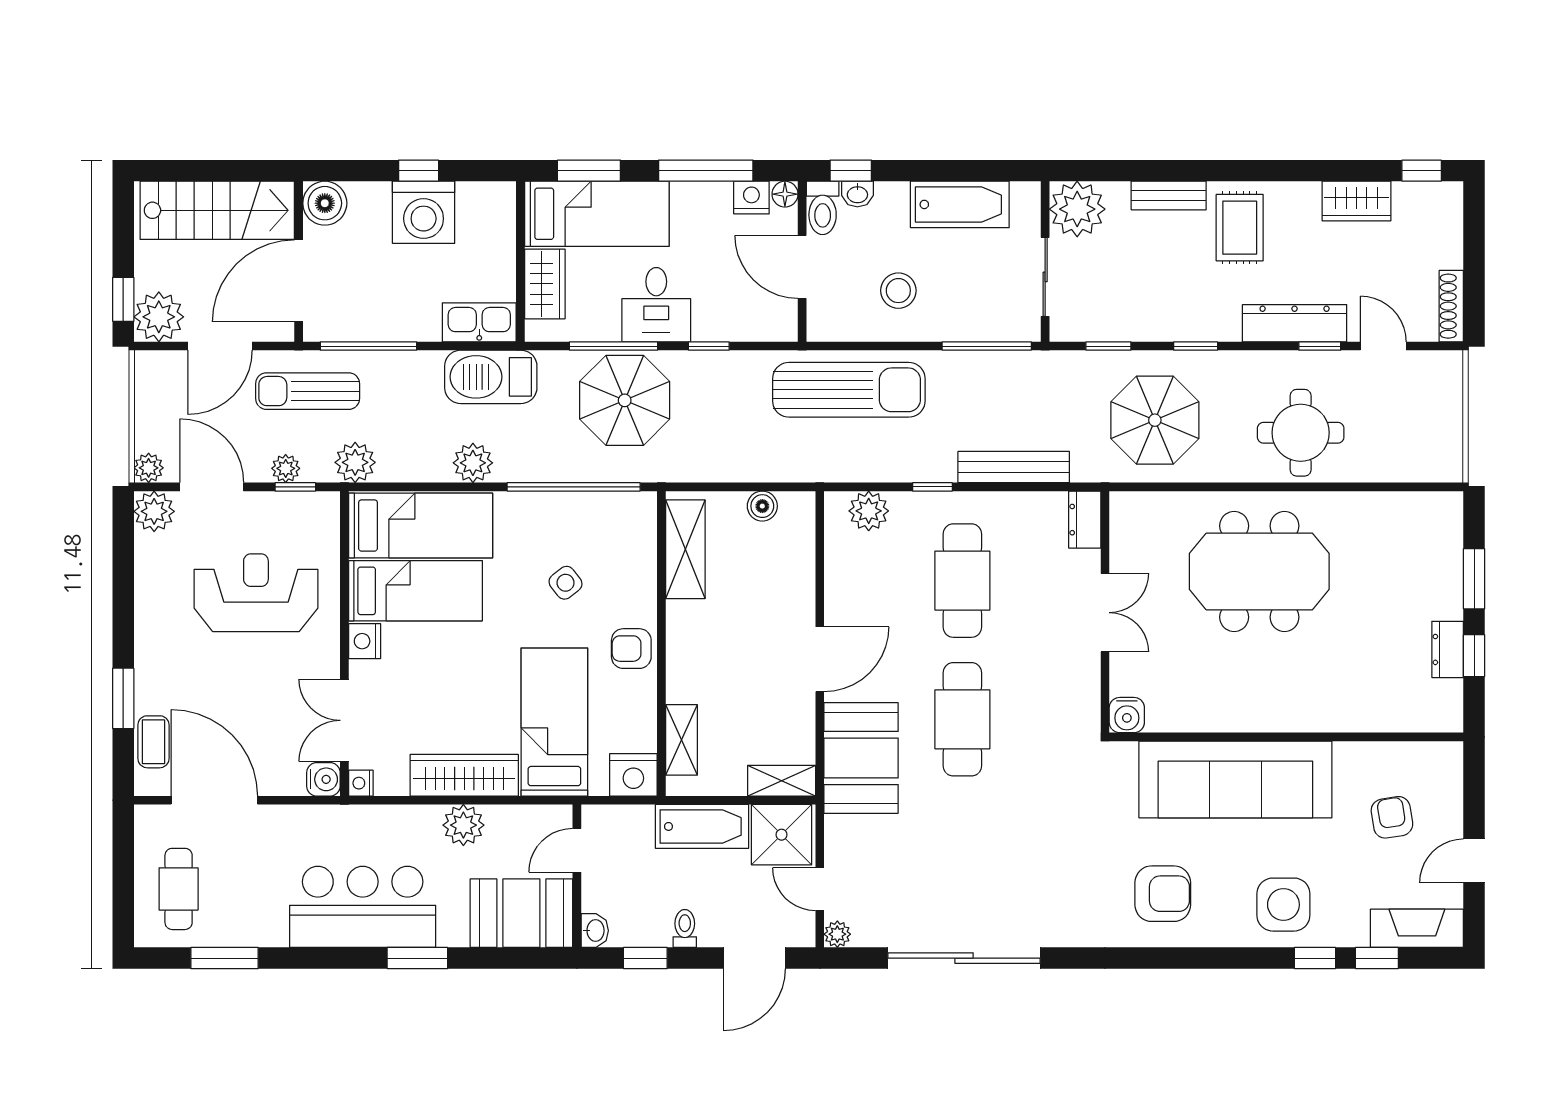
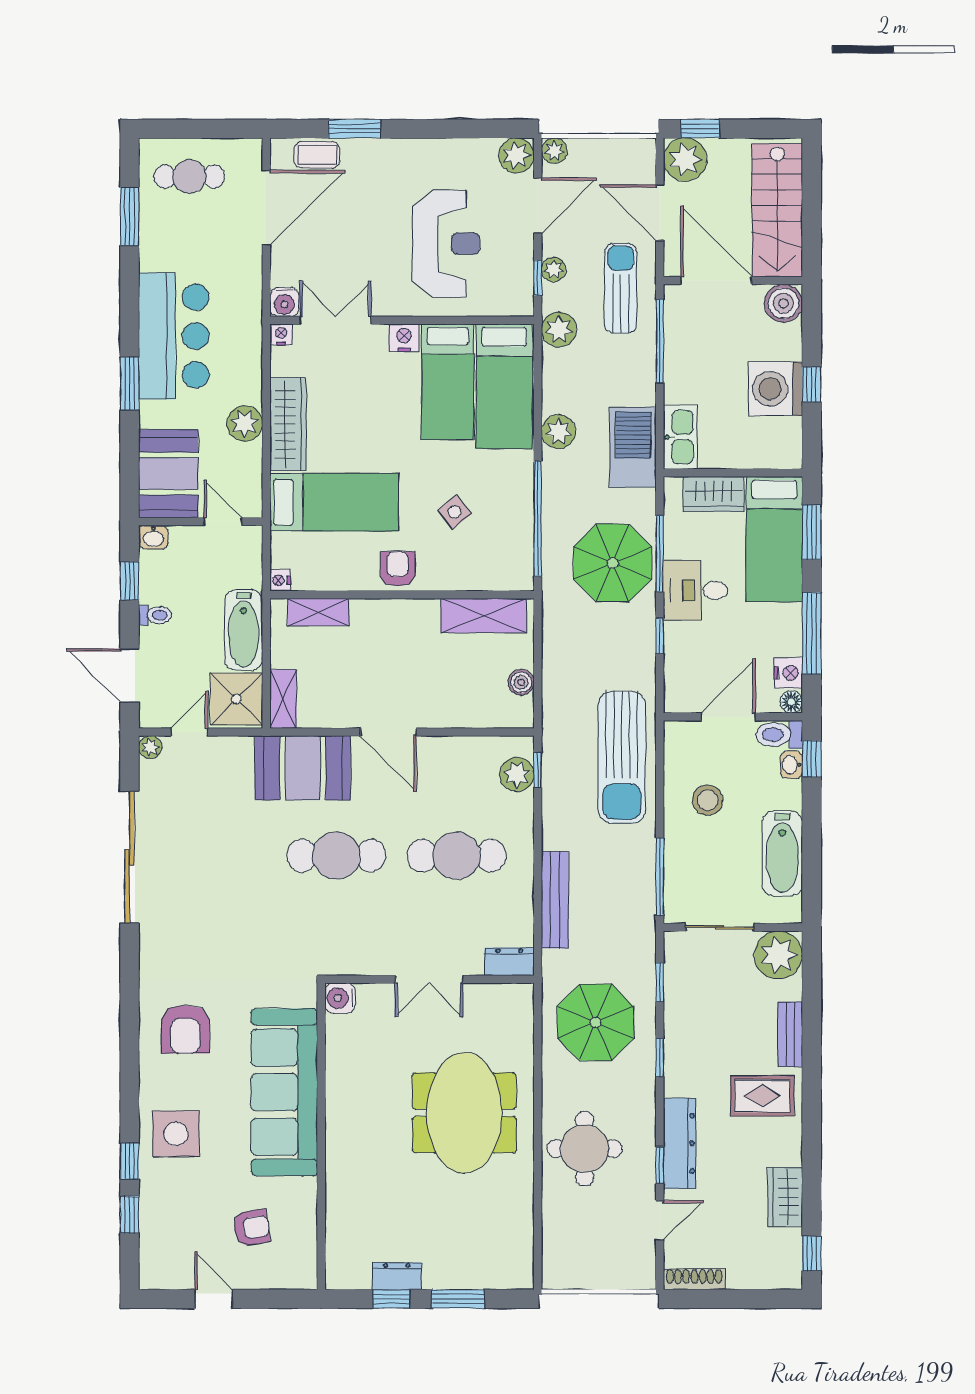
window: (932, 487) -> (538, 770), moved
nightstand: (633, 775) -> (280, 580), width x0.53, depth x0.56
fireplace: (1417, 928) -> (155, 1249), removed

